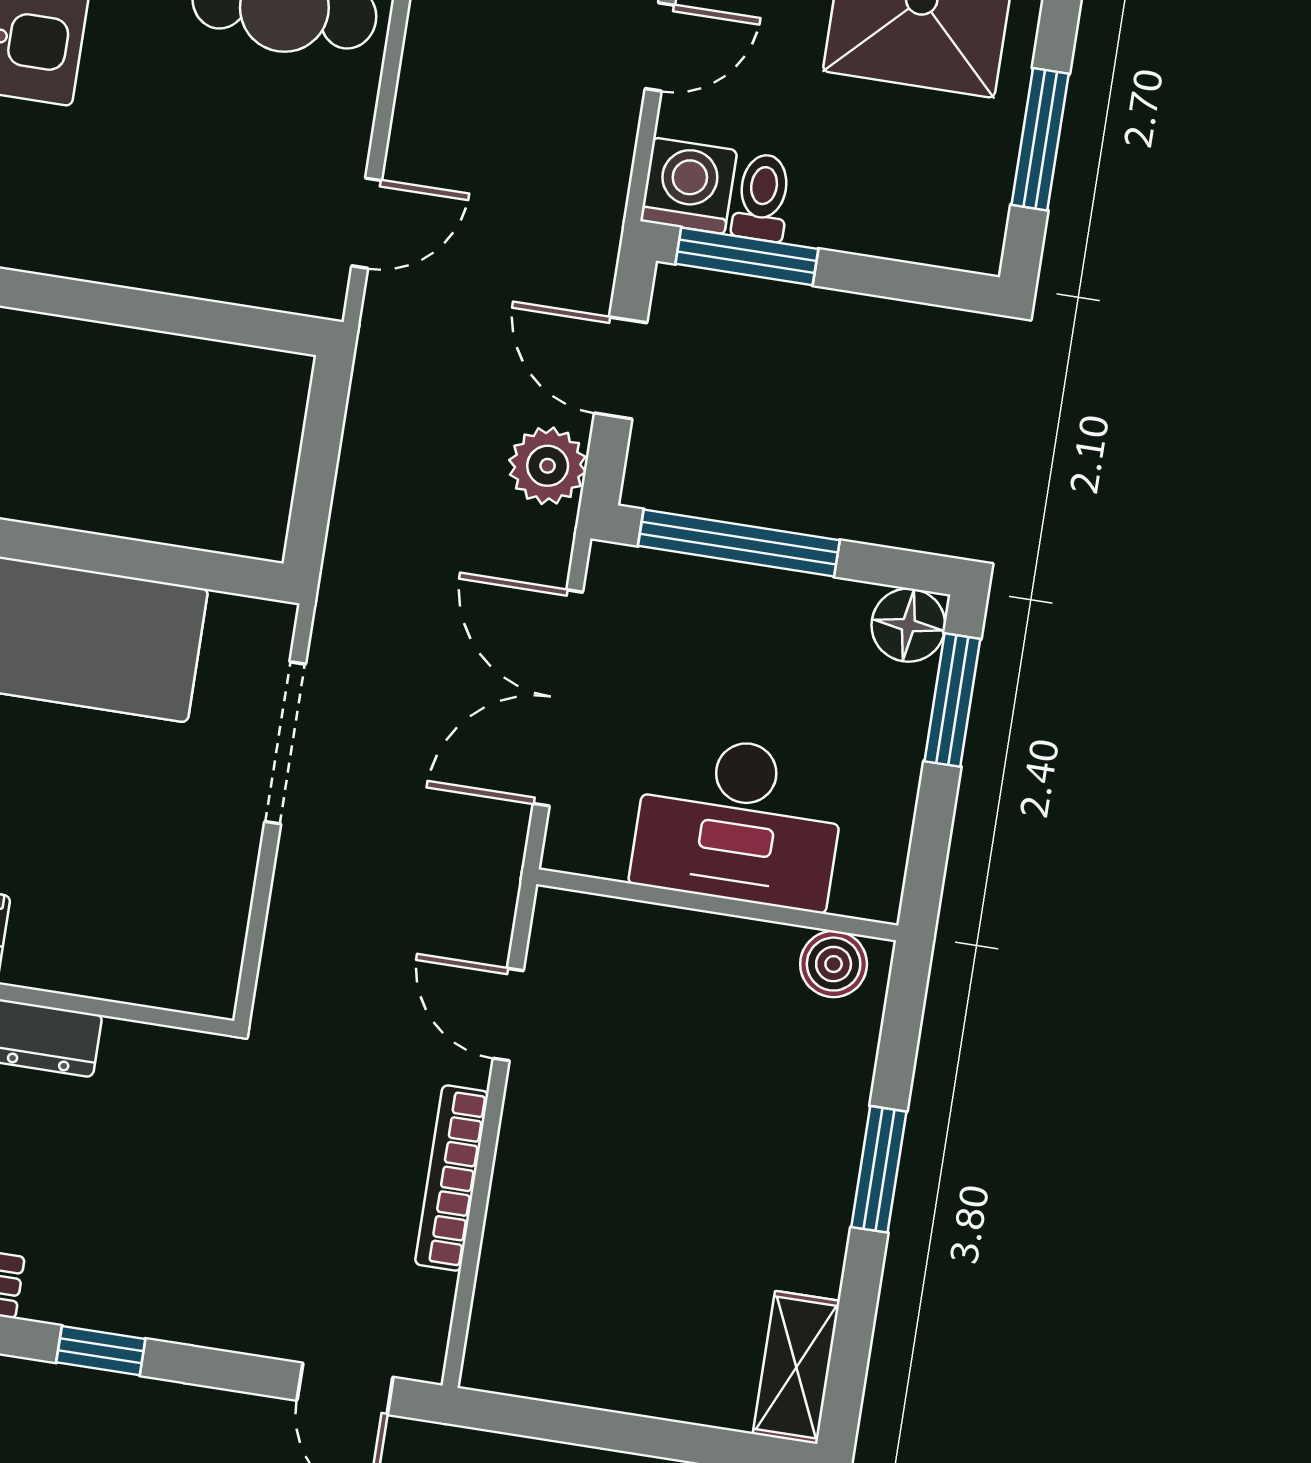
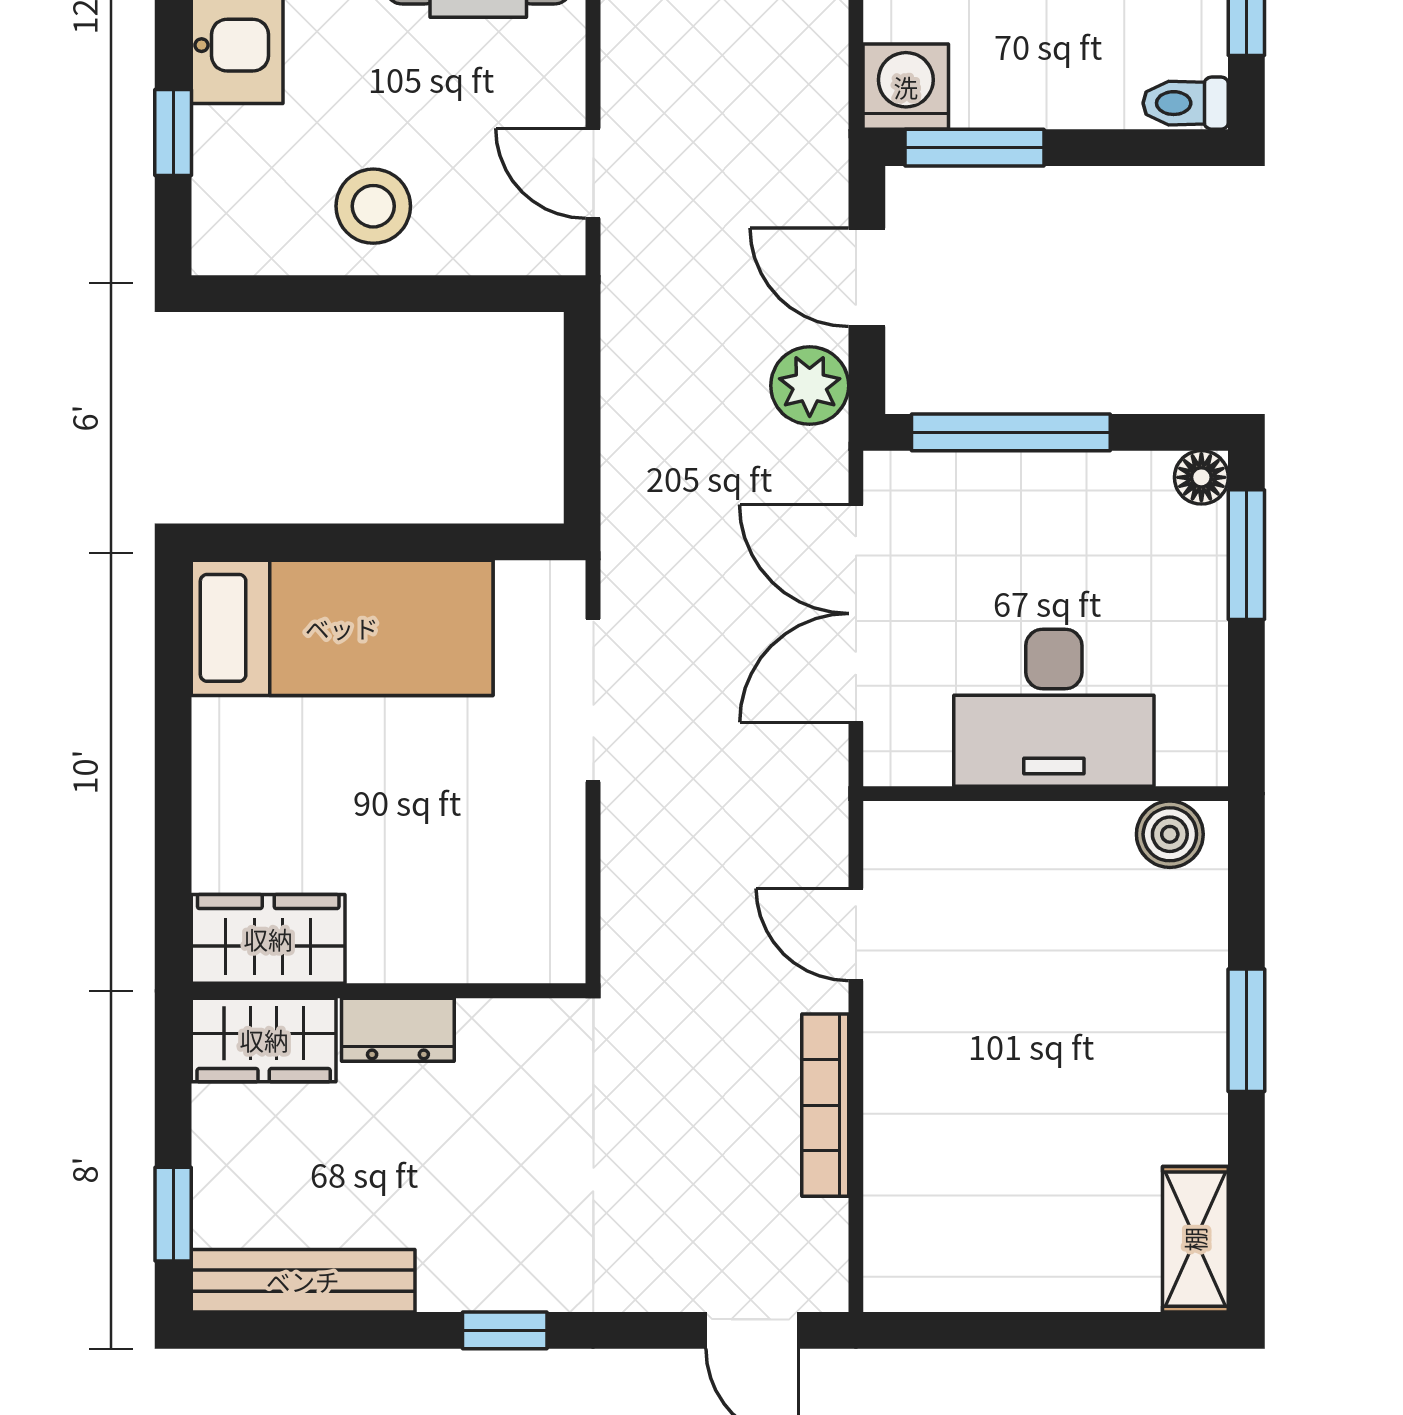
toilet: (762, 197) -> (1186, 103), moved, turned -90
stool: (145, 221) -> (373, 206), added
door: (367, 223) -> (593, 173), swing flipped
floor lamp: (908, 625) -> (1201, 477), width x0.73, depth x0.73

